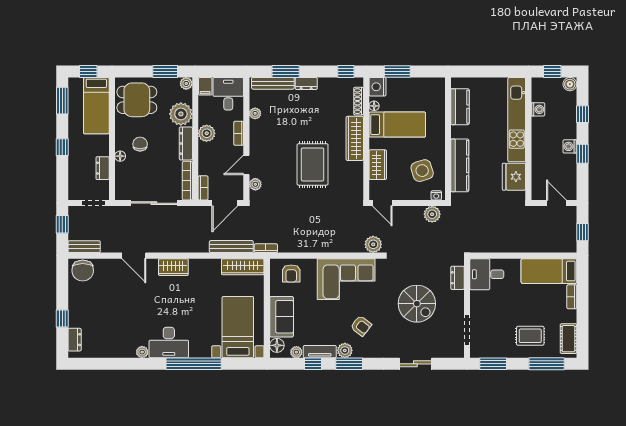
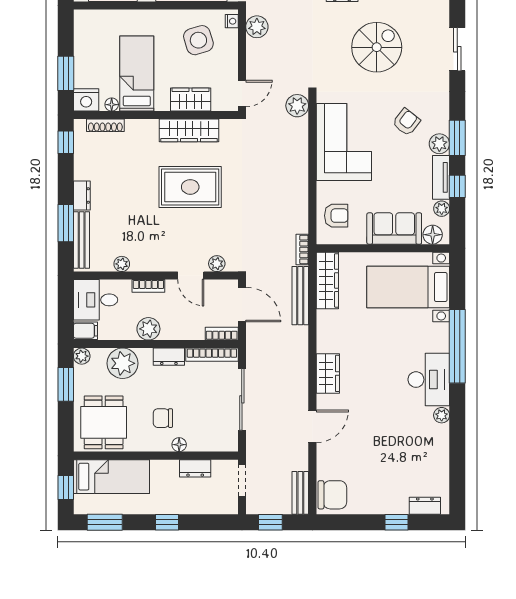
wardrobe: (355, 138) -> (189, 130), moved
dresser: (186, 143) -> (169, 357), width x0.70

